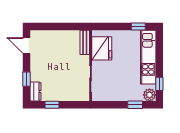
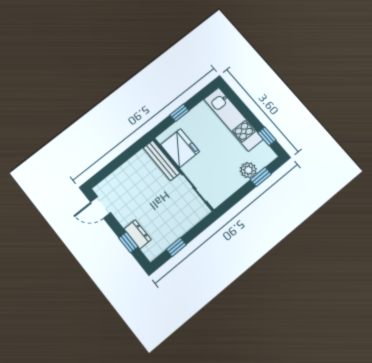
window: (138, 26) -> (179, 113), moved
bench: (85, 42) -> (162, 160), width x1.36
dresser: (36, 91) -> (138, 234), moved
plant: (150, 95) -> (248, 170), moved

